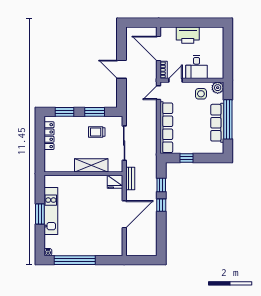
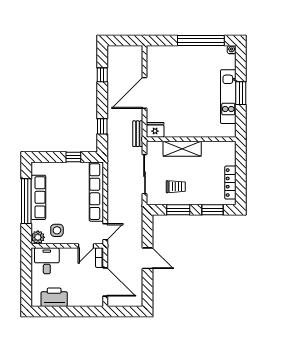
printer: (188, 35) -> (54, 297), moved
desk: (197, 67) -> (47, 261), moved
window: (161, 205) -> (102, 75), moved

